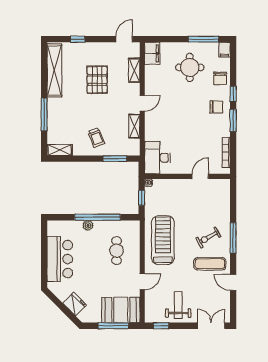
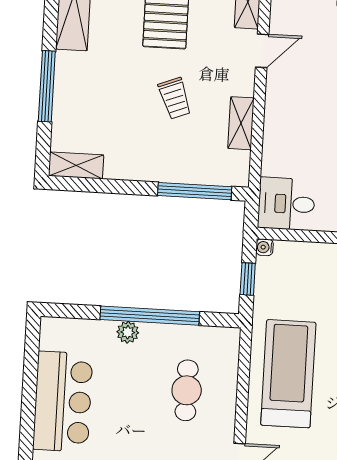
door: (142, 103) -> (262, 51), moved
trolley: (96, 138) -> (175, 98), moved
desk: (157, 158) -> (286, 204), width x0.73
window: (115, 159) -> (195, 191), width x1.44

